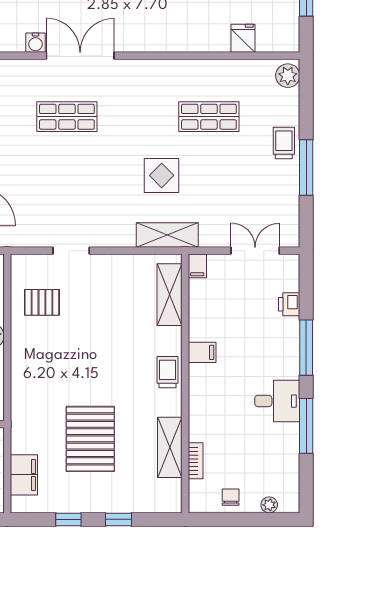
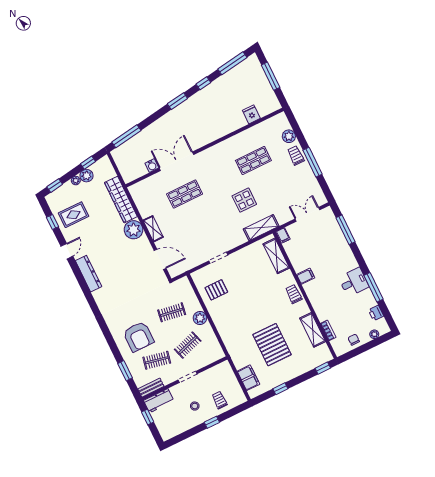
plant: (288, 76) -> (289, 136), moved
printer: (289, 304) -> (376, 313), moved
window: (306, 348) -> (345, 230), moved
window: (119, 519) -> (323, 368), moved

